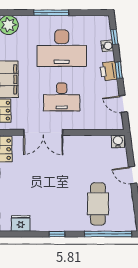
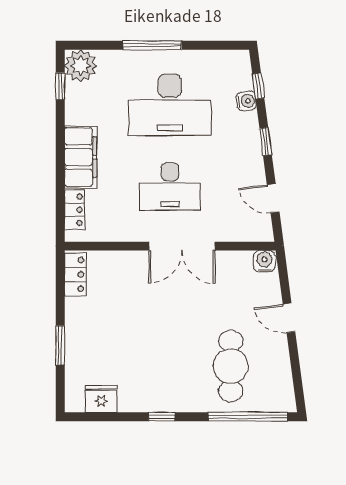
printer: (109, 71) -> (248, 143), removed
double door: (43, 132) -> (182, 246), moved

